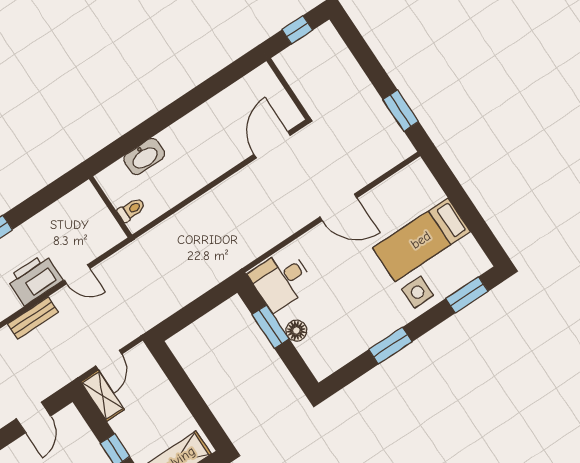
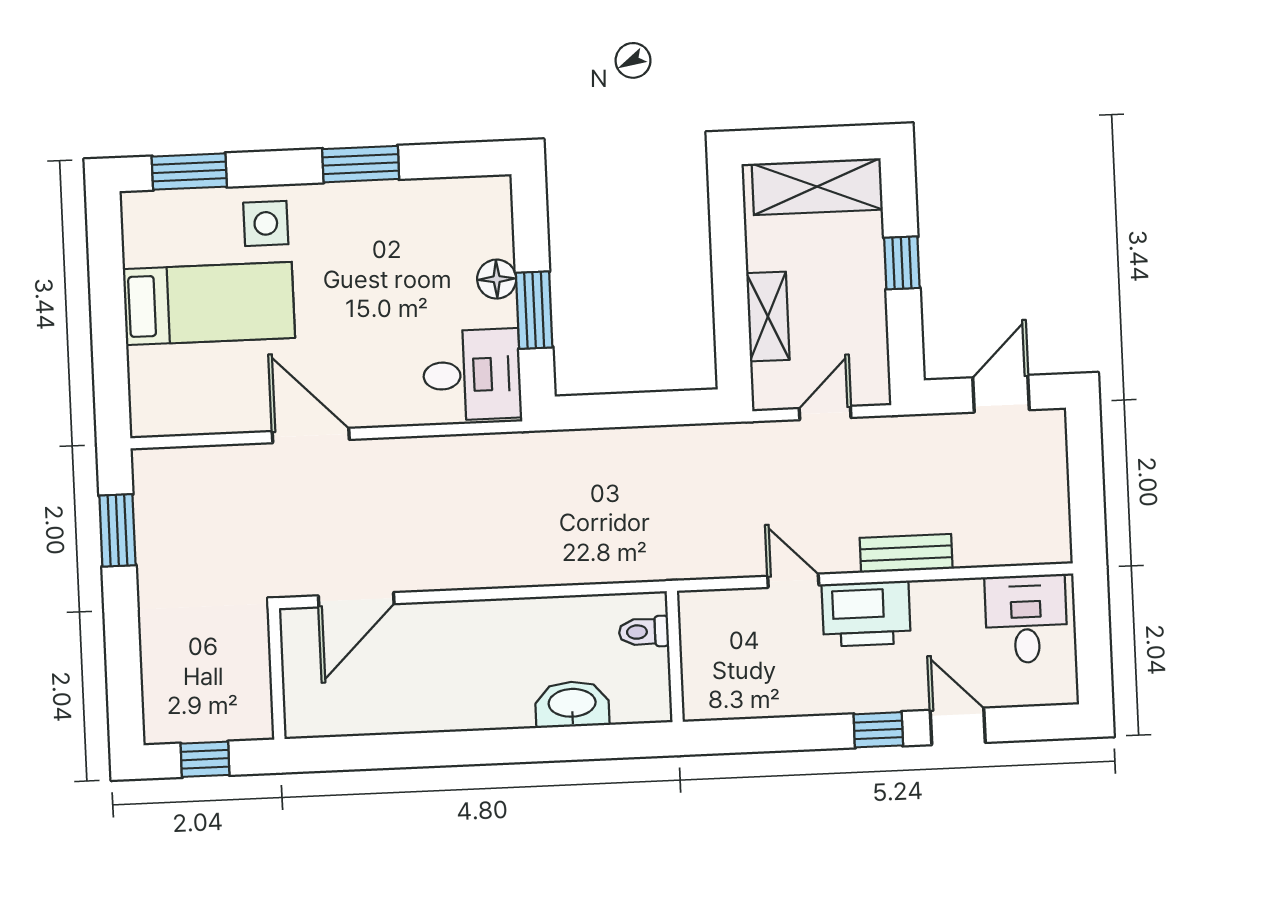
shelving: (102, 396) -> (768, 316), moved

